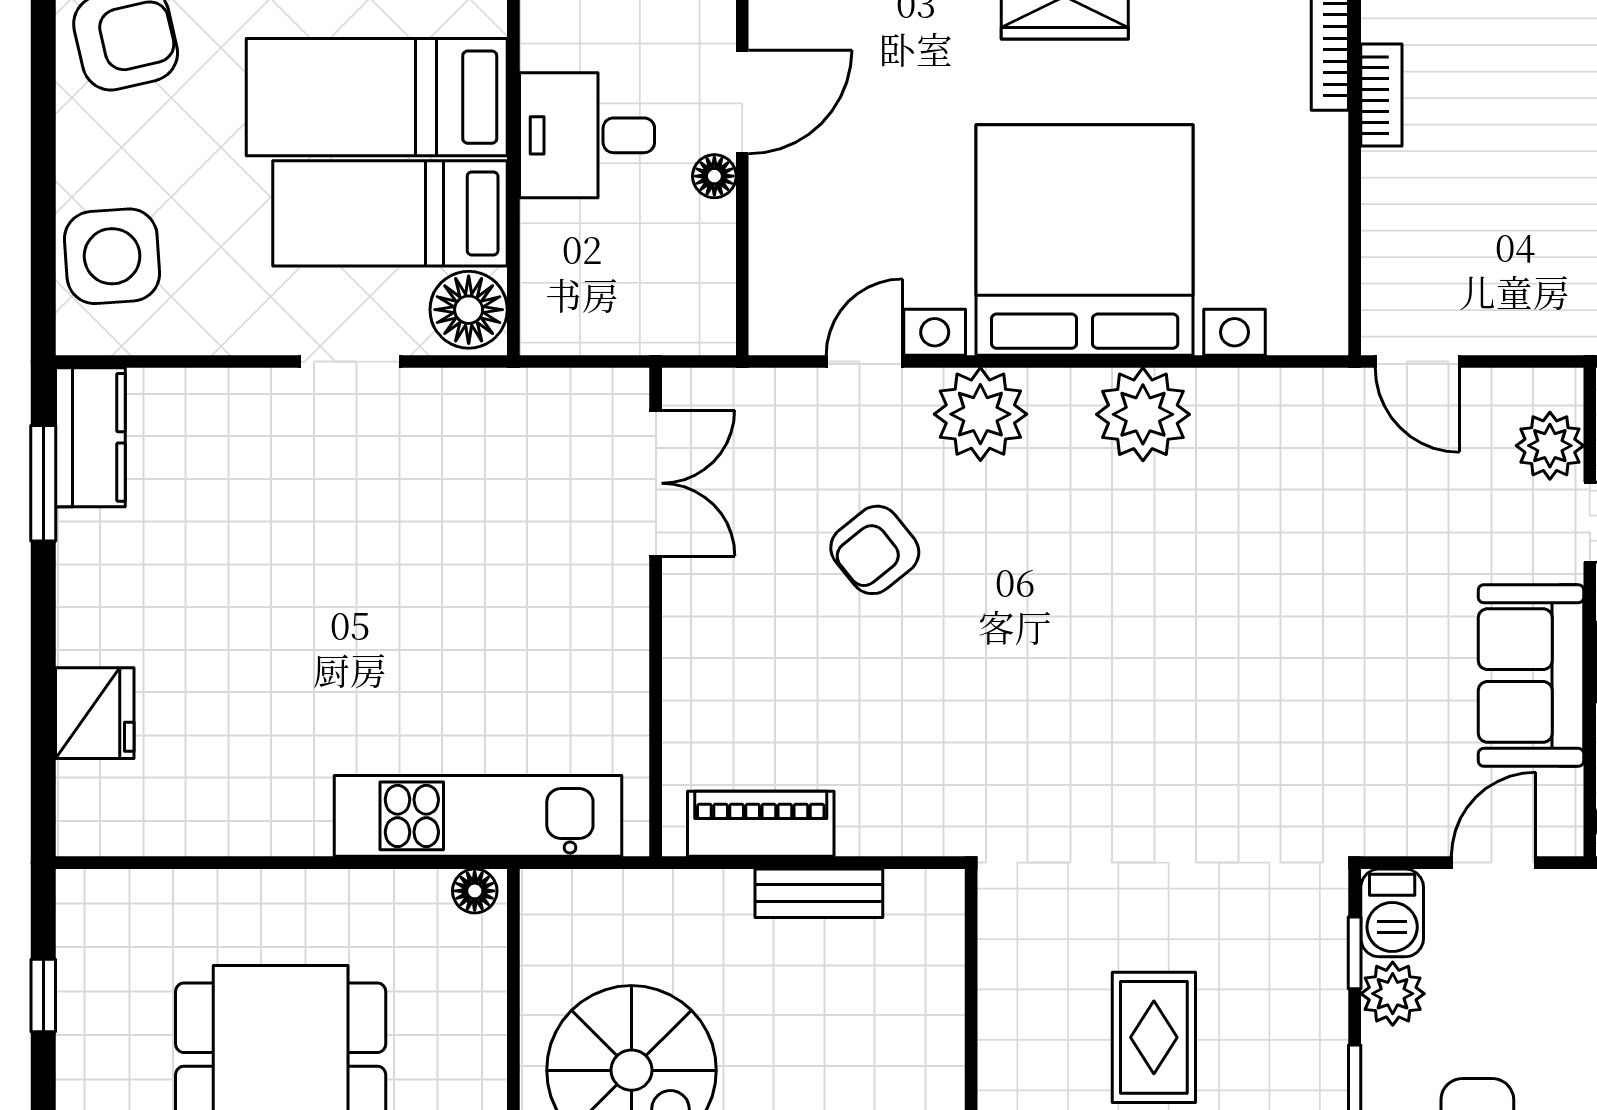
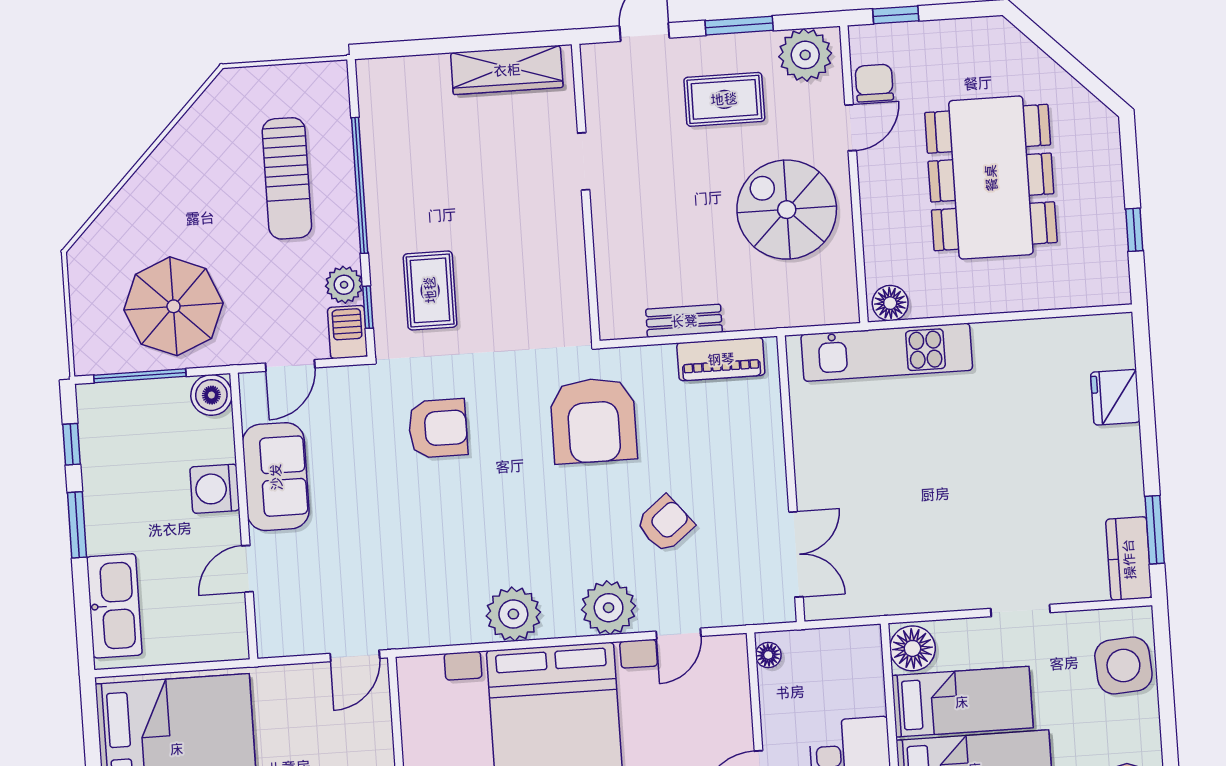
floor lamp: (714, 176) -> (768, 655), moved
doorway: (350, 362) -> (1020, 611), moved
door: (1417, 362) -> (355, 656), swing flipped
plant: (1550, 446) -> (274, 612), removed
double door: (656, 483) -> (796, 554), swing flipped
armchair: (984, 734) -> (593, 421), added
armchair: (1250, 739) -> (438, 428), added
floor lamp: (475, 891) -> (890, 303), width x1.37, depth x1.37
rug: (1154, 1037) -> (430, 290), moved

